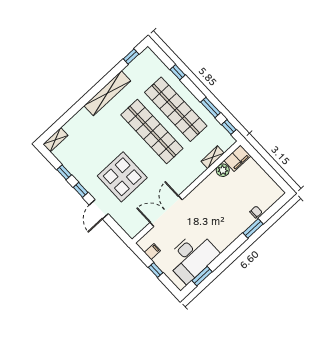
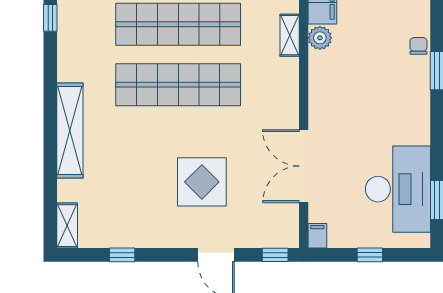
shelving: (107, 93) -> (70, 130), moved
display table: (122, 177) -> (202, 182), width x0.73, depth x0.73
window: (81, 190) -> (275, 255), moved
filing cabinet: (152, 252) -> (317, 236), moved

